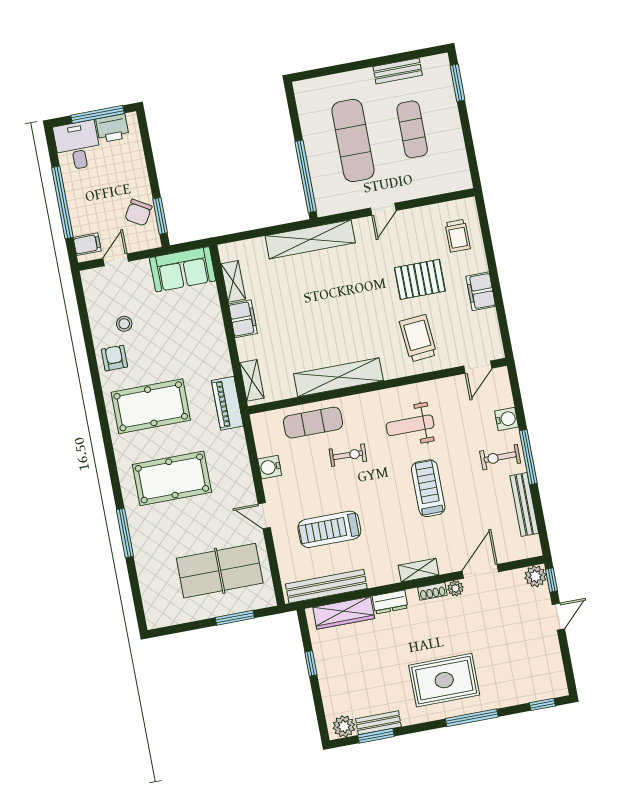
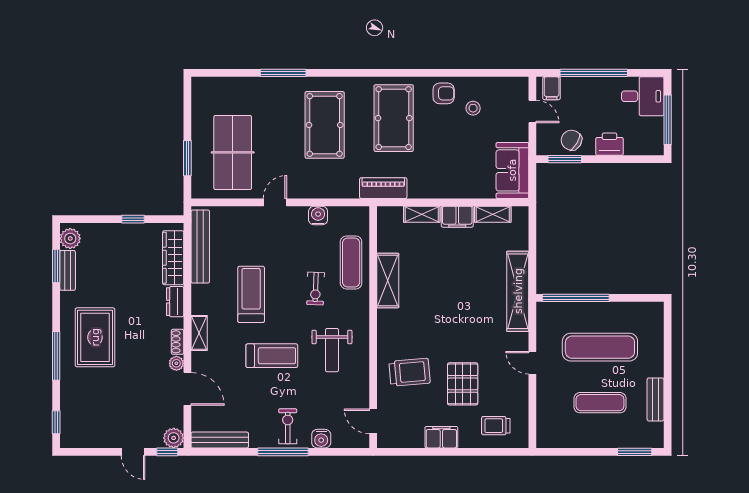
printer: (112, 128) -> (609, 144), moved, turned 90
shelving: (338, 377) -> (388, 281), width x0.68
shelving: (252, 380) -> (422, 214), moved
weight bench: (410, 425) -> (332, 350), turned 180
bench: (524, 504) -> (220, 440), moved
treadmill: (329, 529) -> (251, 294), moved

